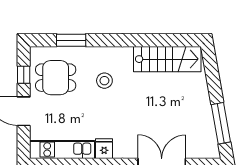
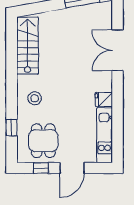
window: (71, 40) -> (12, 128), width x0.67
stool: (104, 81) -> (35, 98), moved

